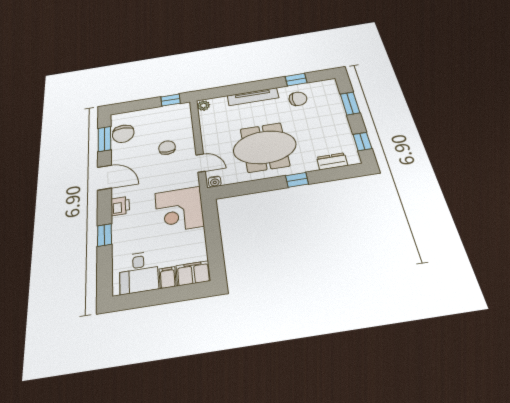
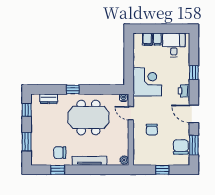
window: (170, 100) -> (162, 170), moved
filing cabinet: (193, 273) -> (147, 39), width x0.50

